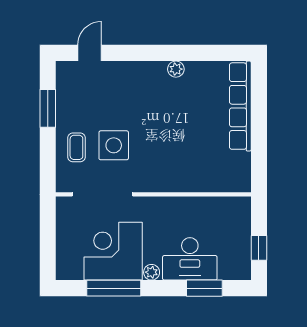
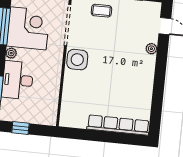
plant: (176, 69) -> (151, 49), moved
side table: (114, 145) -> (77, 60), moved

